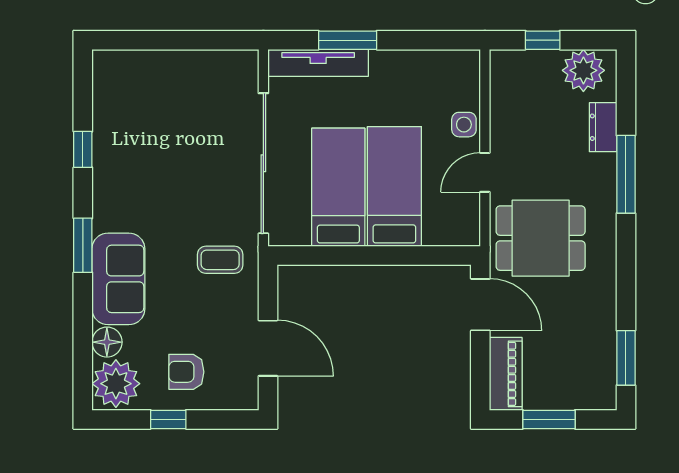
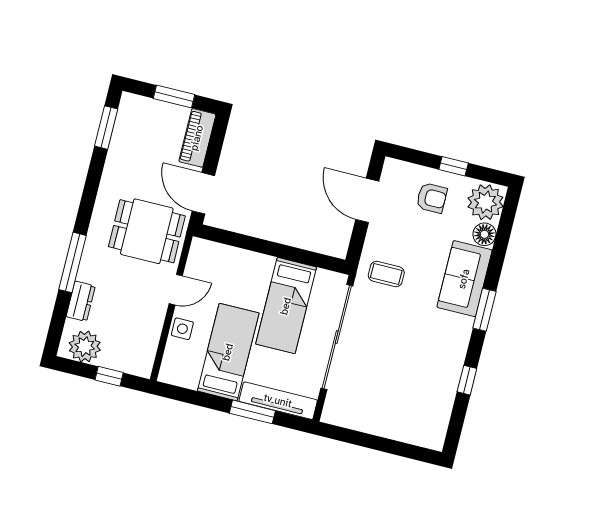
bed: (394, 187) -> (228, 352), moved, turned 180

